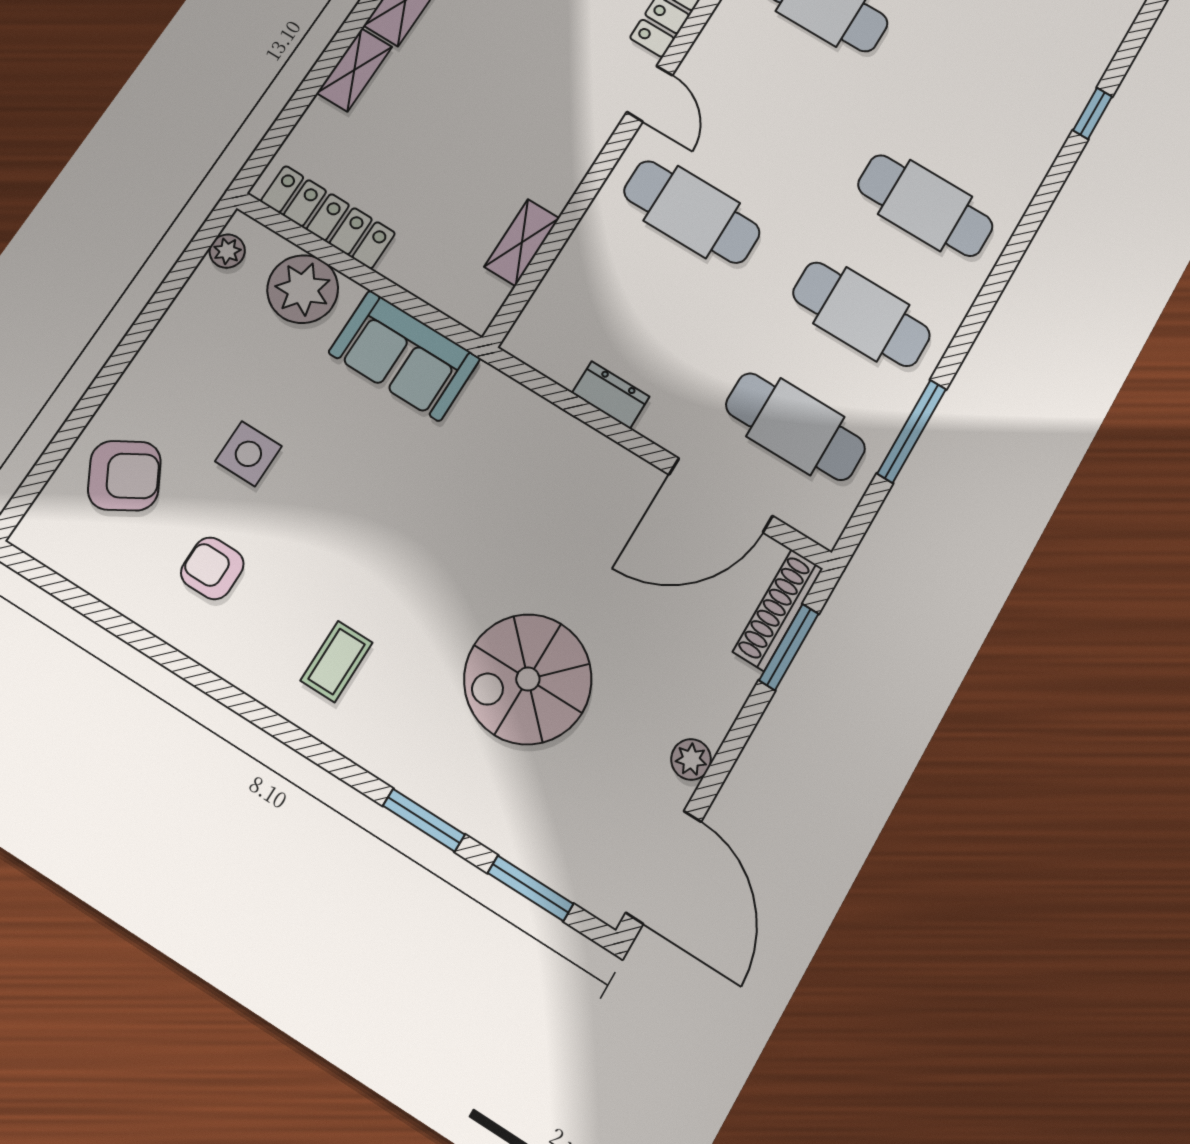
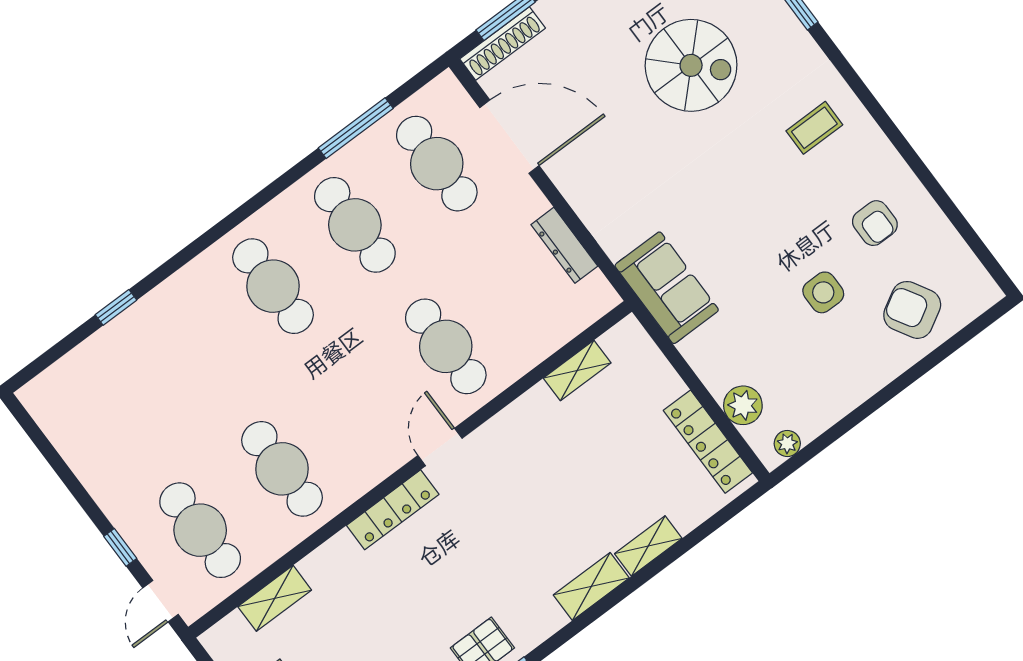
plant: (303, 289) -> (743, 405), width x0.73, depth x0.73
sofa: (404, 356) -> (667, 288), moved
dresser: (611, 395) -> (564, 245), width x1.44

